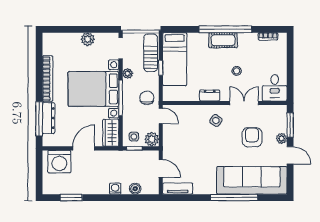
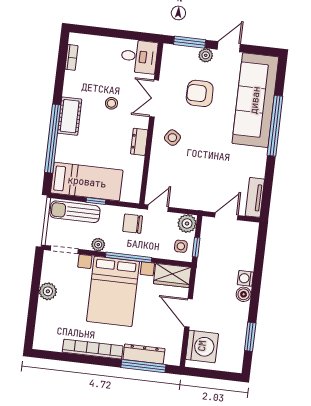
window: (225, 29) -> (53, 139), moved
boiler: (135, 189) -> (244, 294), moved

